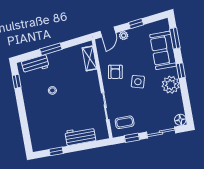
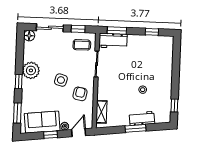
sofa: (163, 50) -> (42, 122), moved, turned -97
workbench: (35, 64) -> (142, 118), moved
workbench: (80, 136) -> (113, 41), moved
window: (92, 145) -> (117, 30), added

